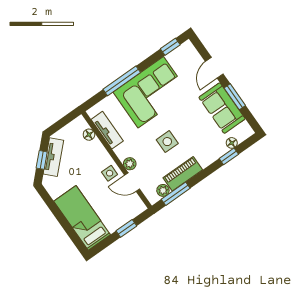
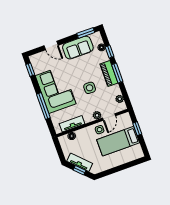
window: (235, 97) -> (86, 33), moved
piano: (183, 174) -> (109, 73), moved
window: (176, 194) -> (117, 73), moved
bed: (82, 218) -> (118, 141), moved

